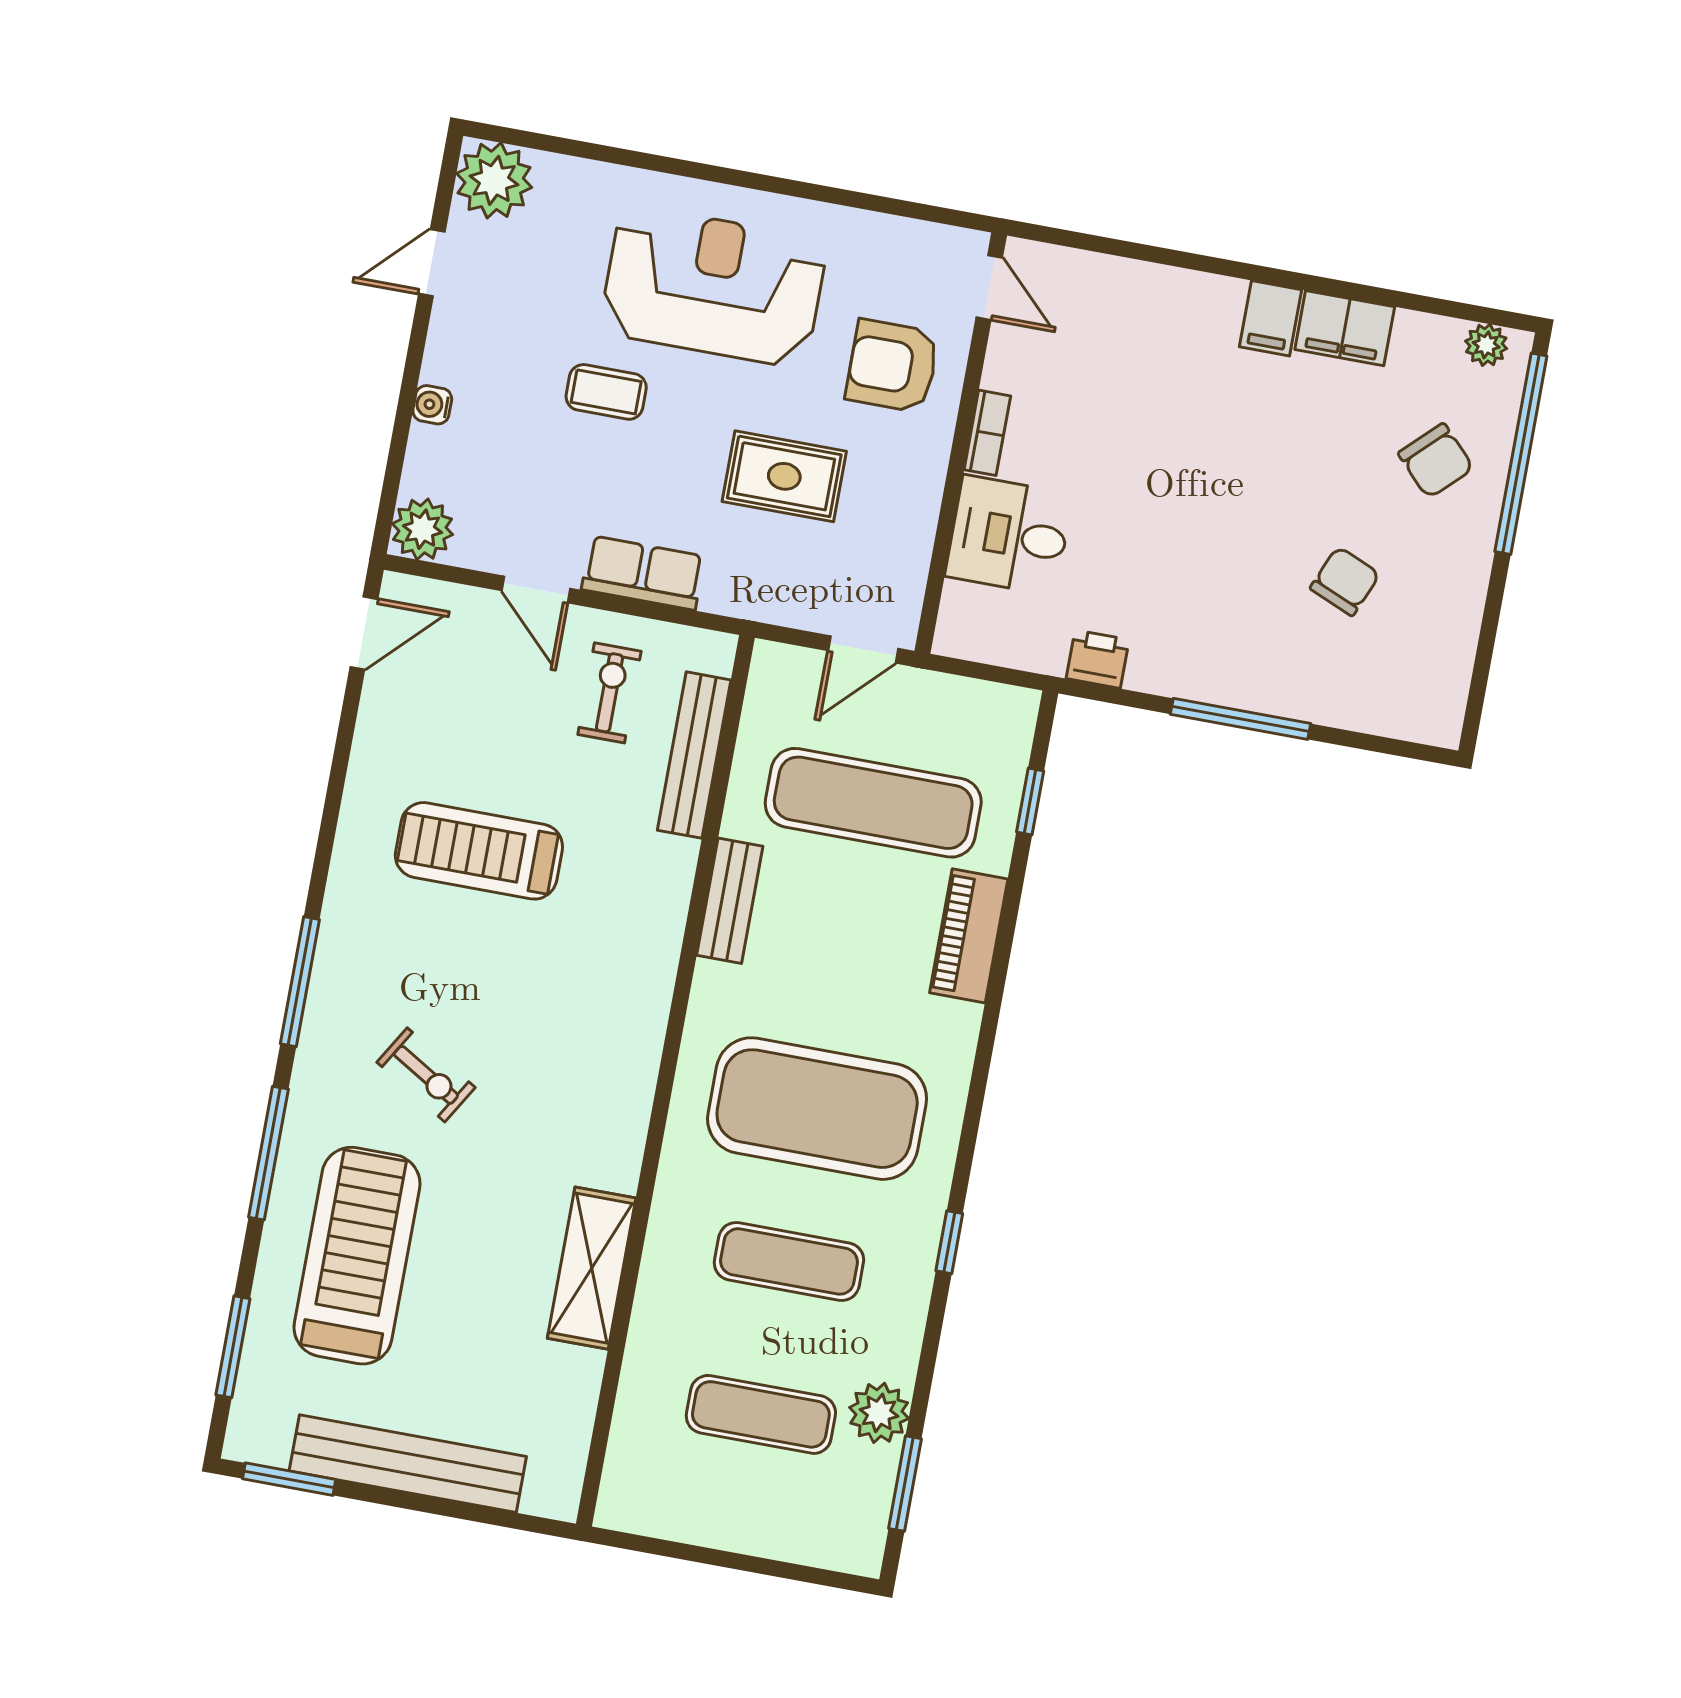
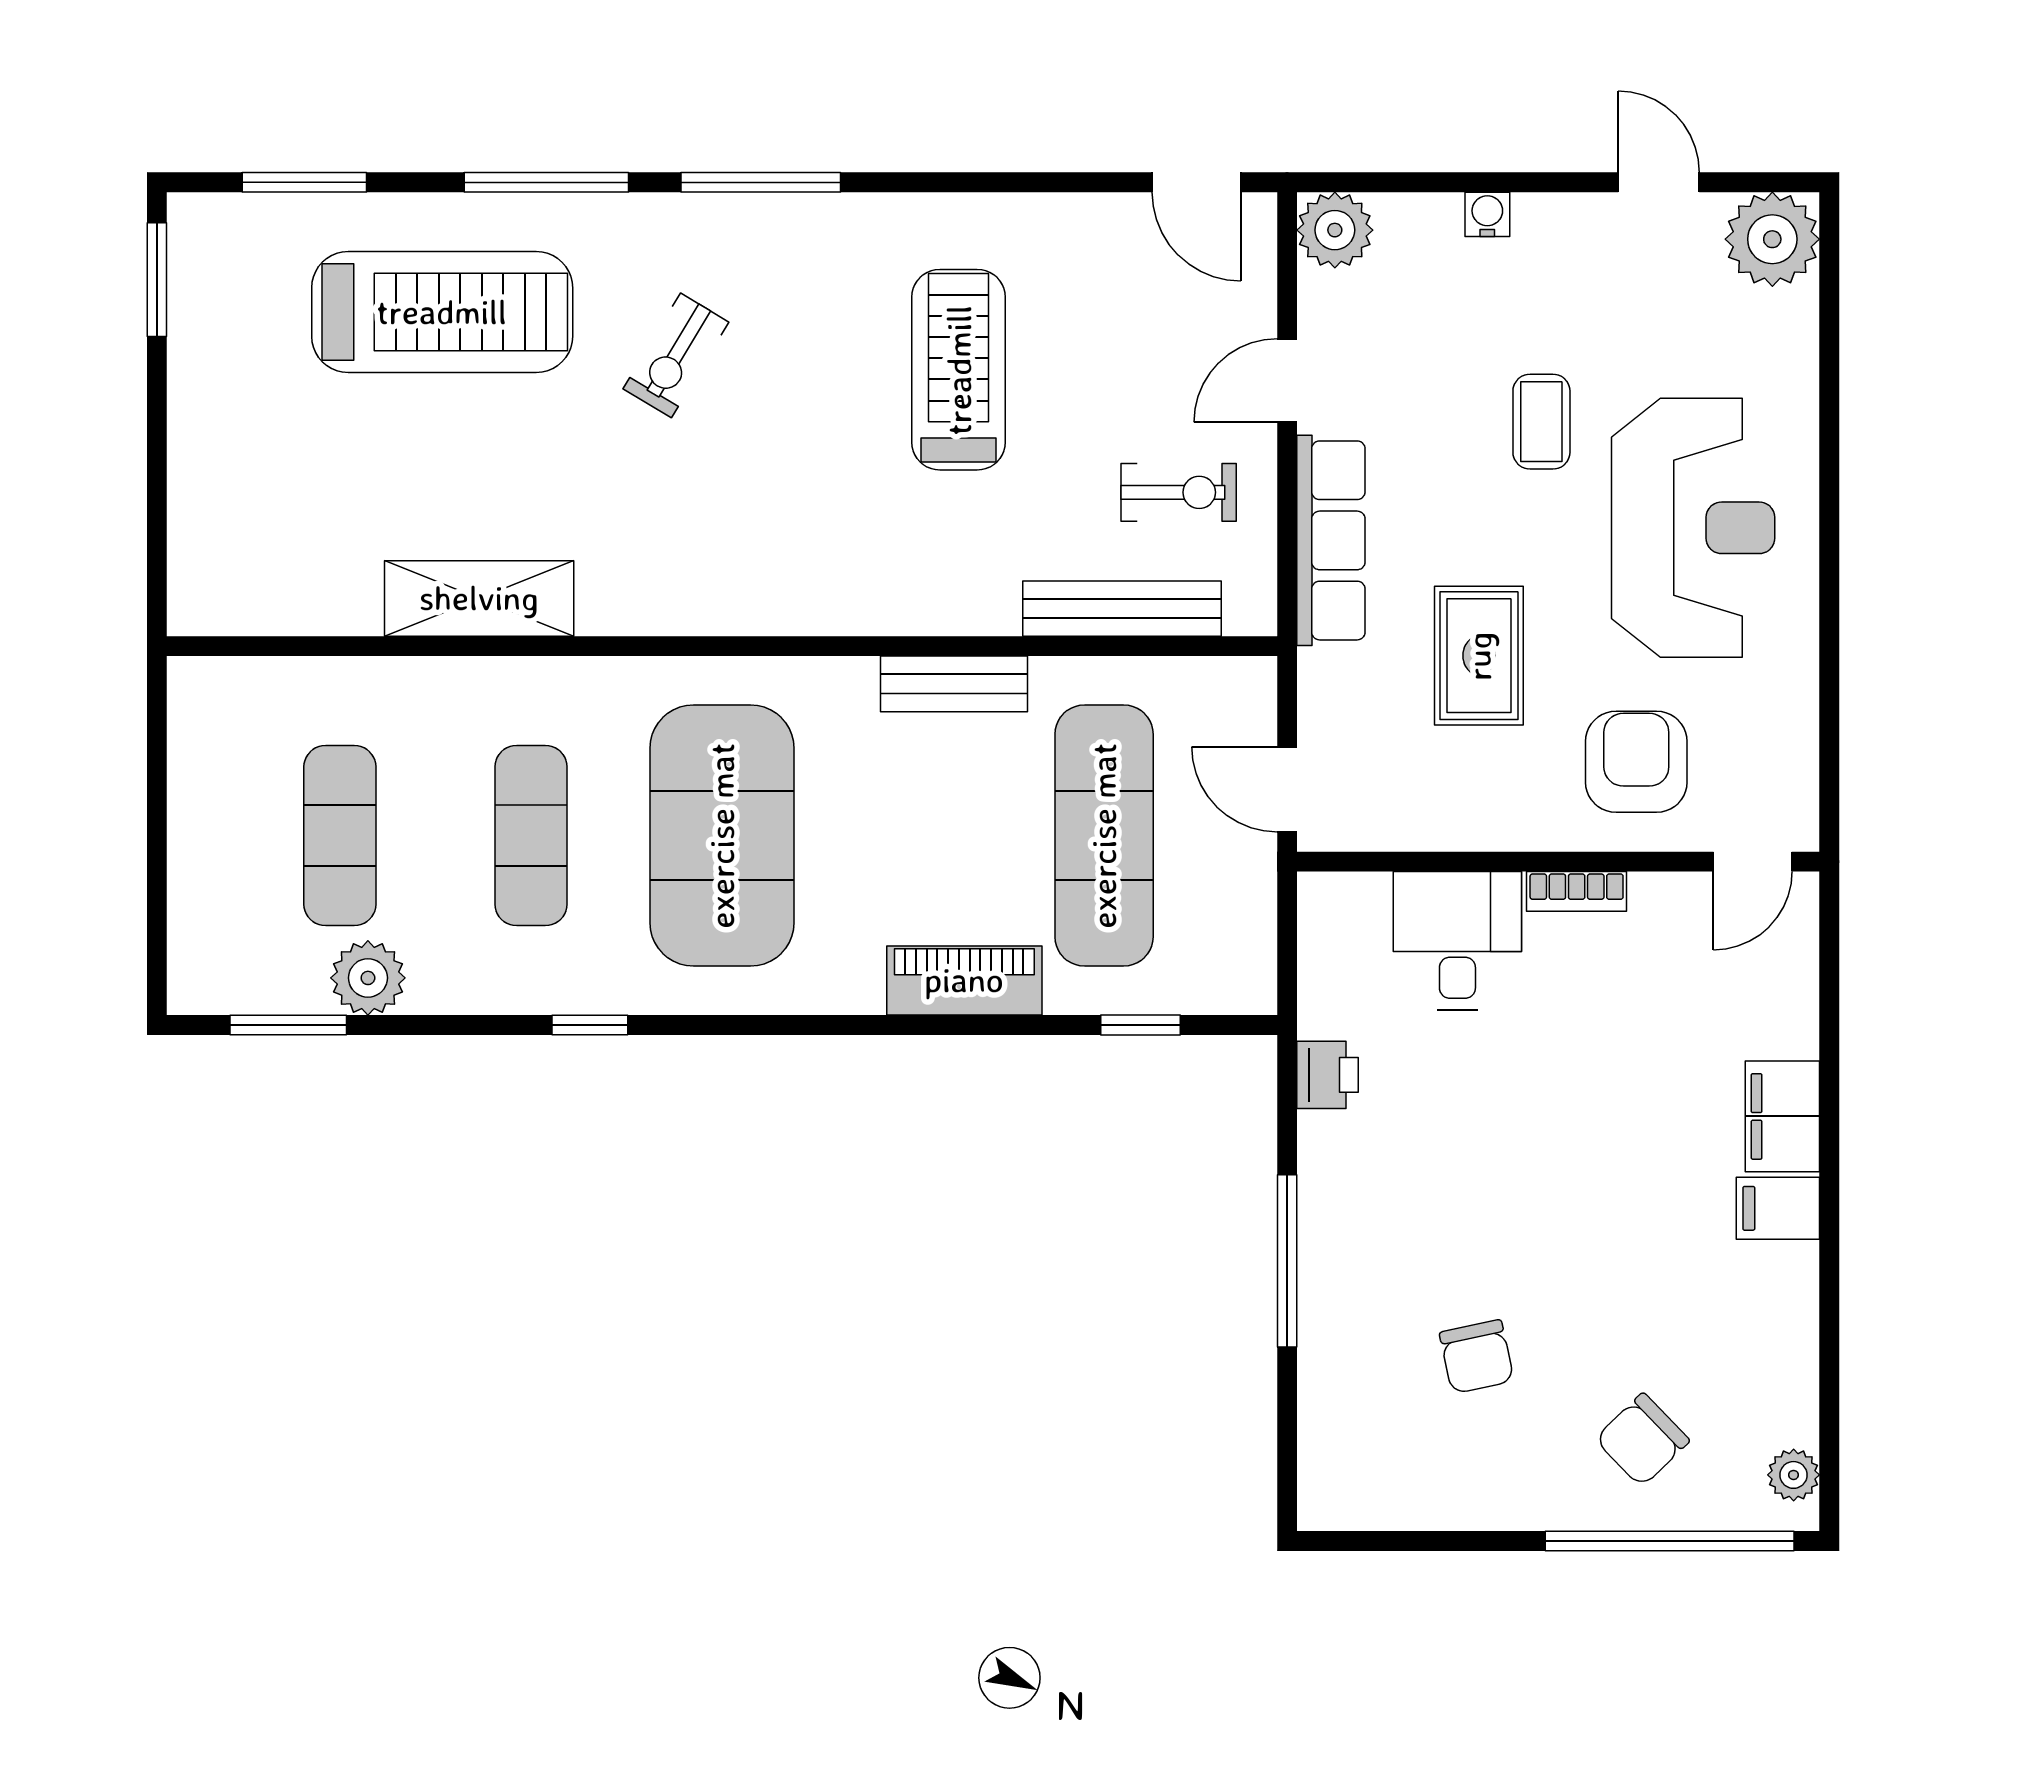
filing cabinet: (1345, 328) -> (1782, 1116), moved
row of seats: (643, 573) -> (1331, 540), width x1.48
chair: (1345, 581) -> (1477, 1357), turned 55
bench: (408, 1464) -> (202, 420), removed

